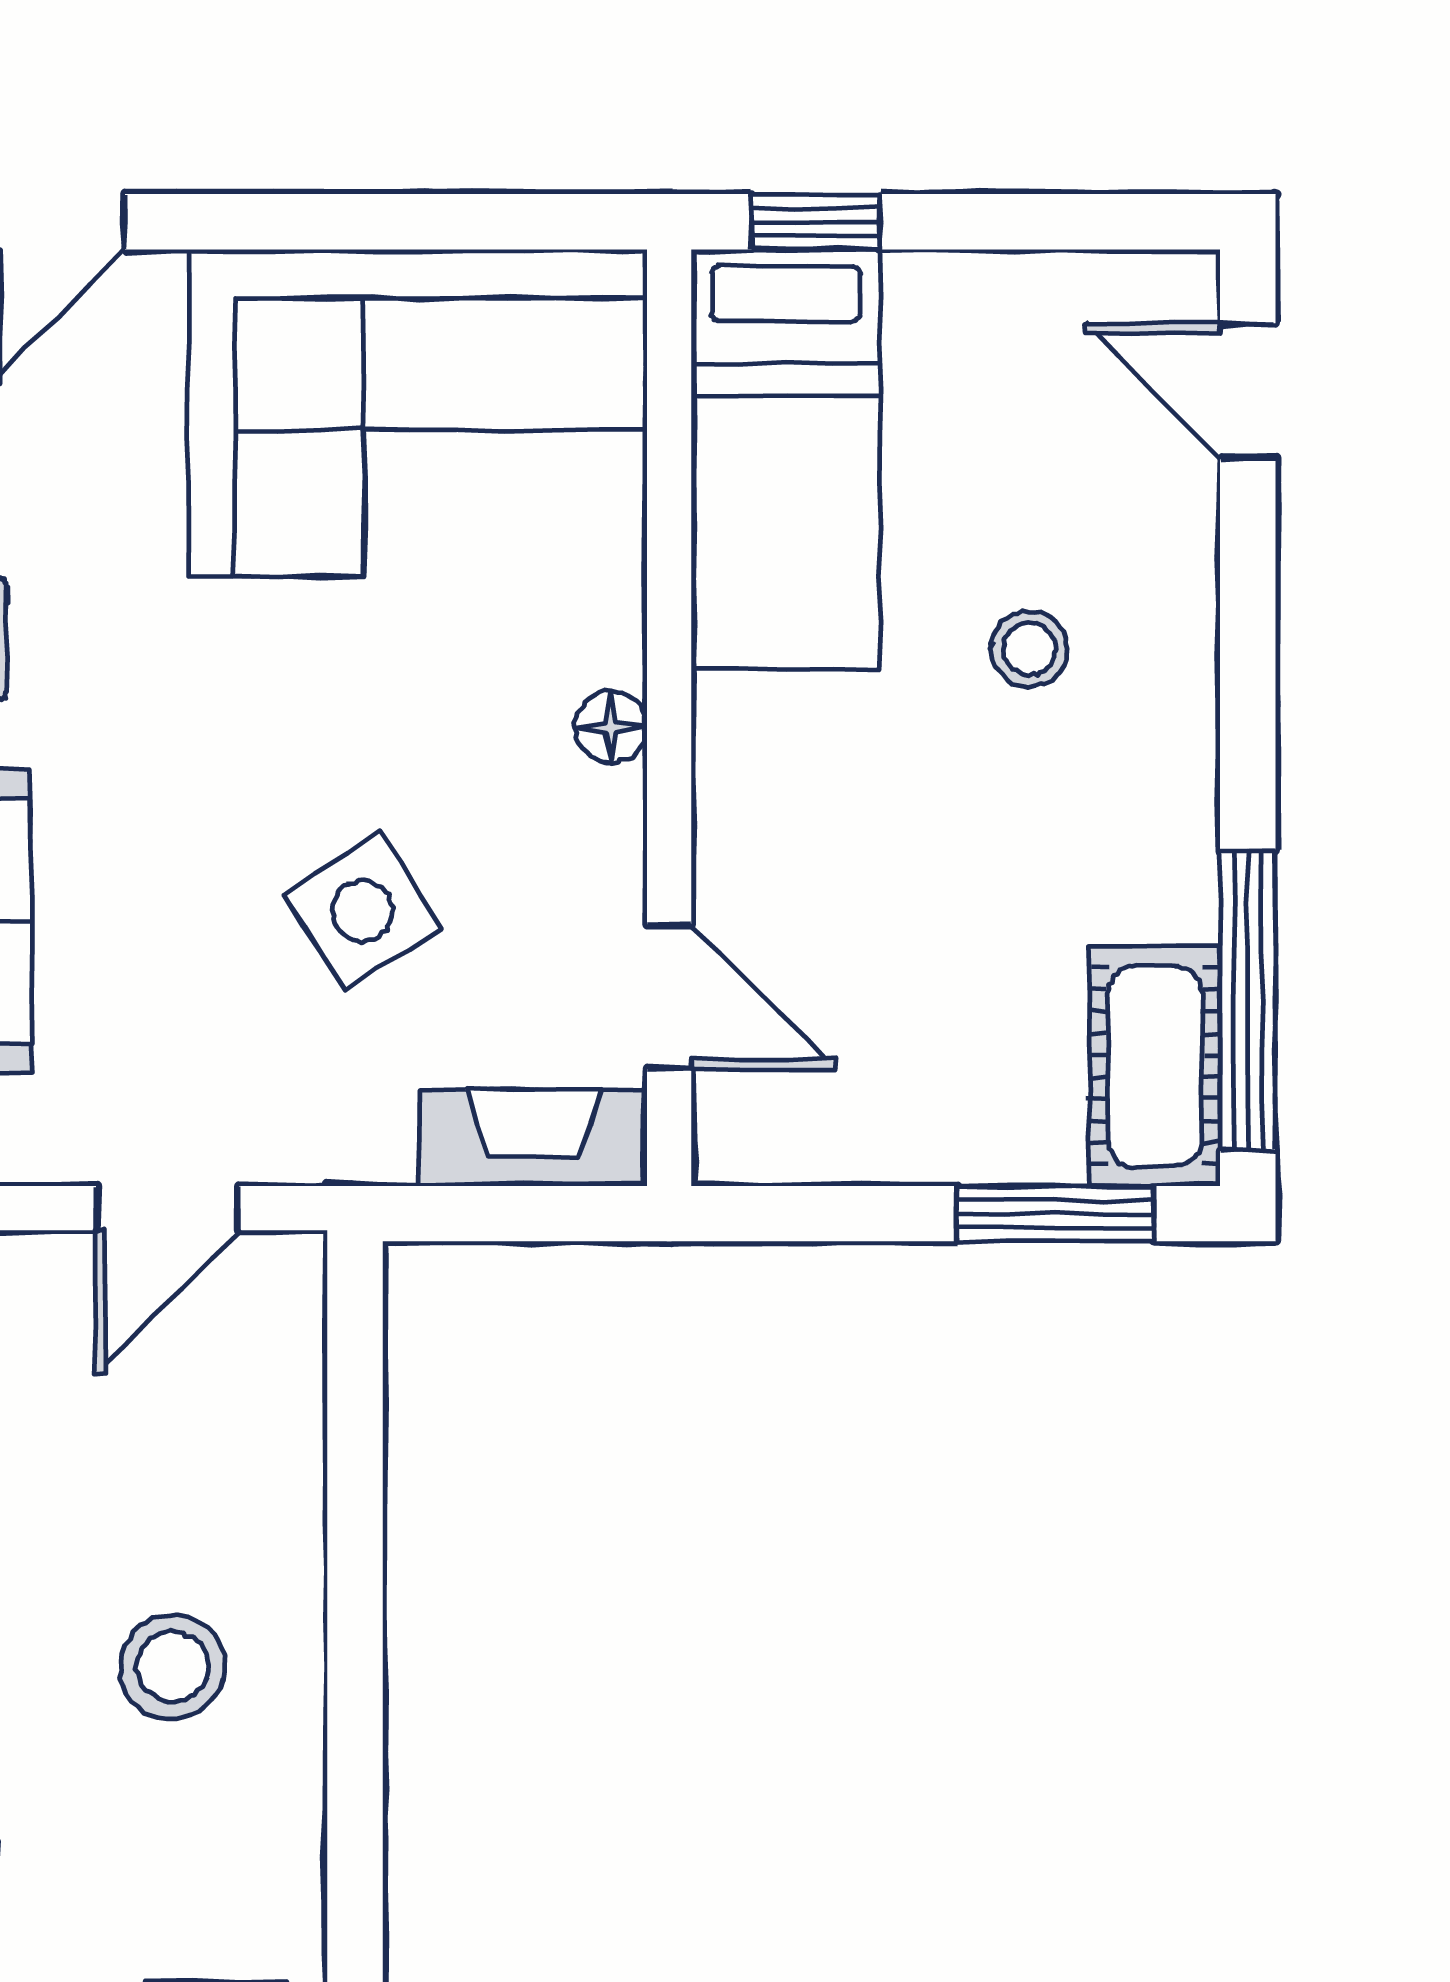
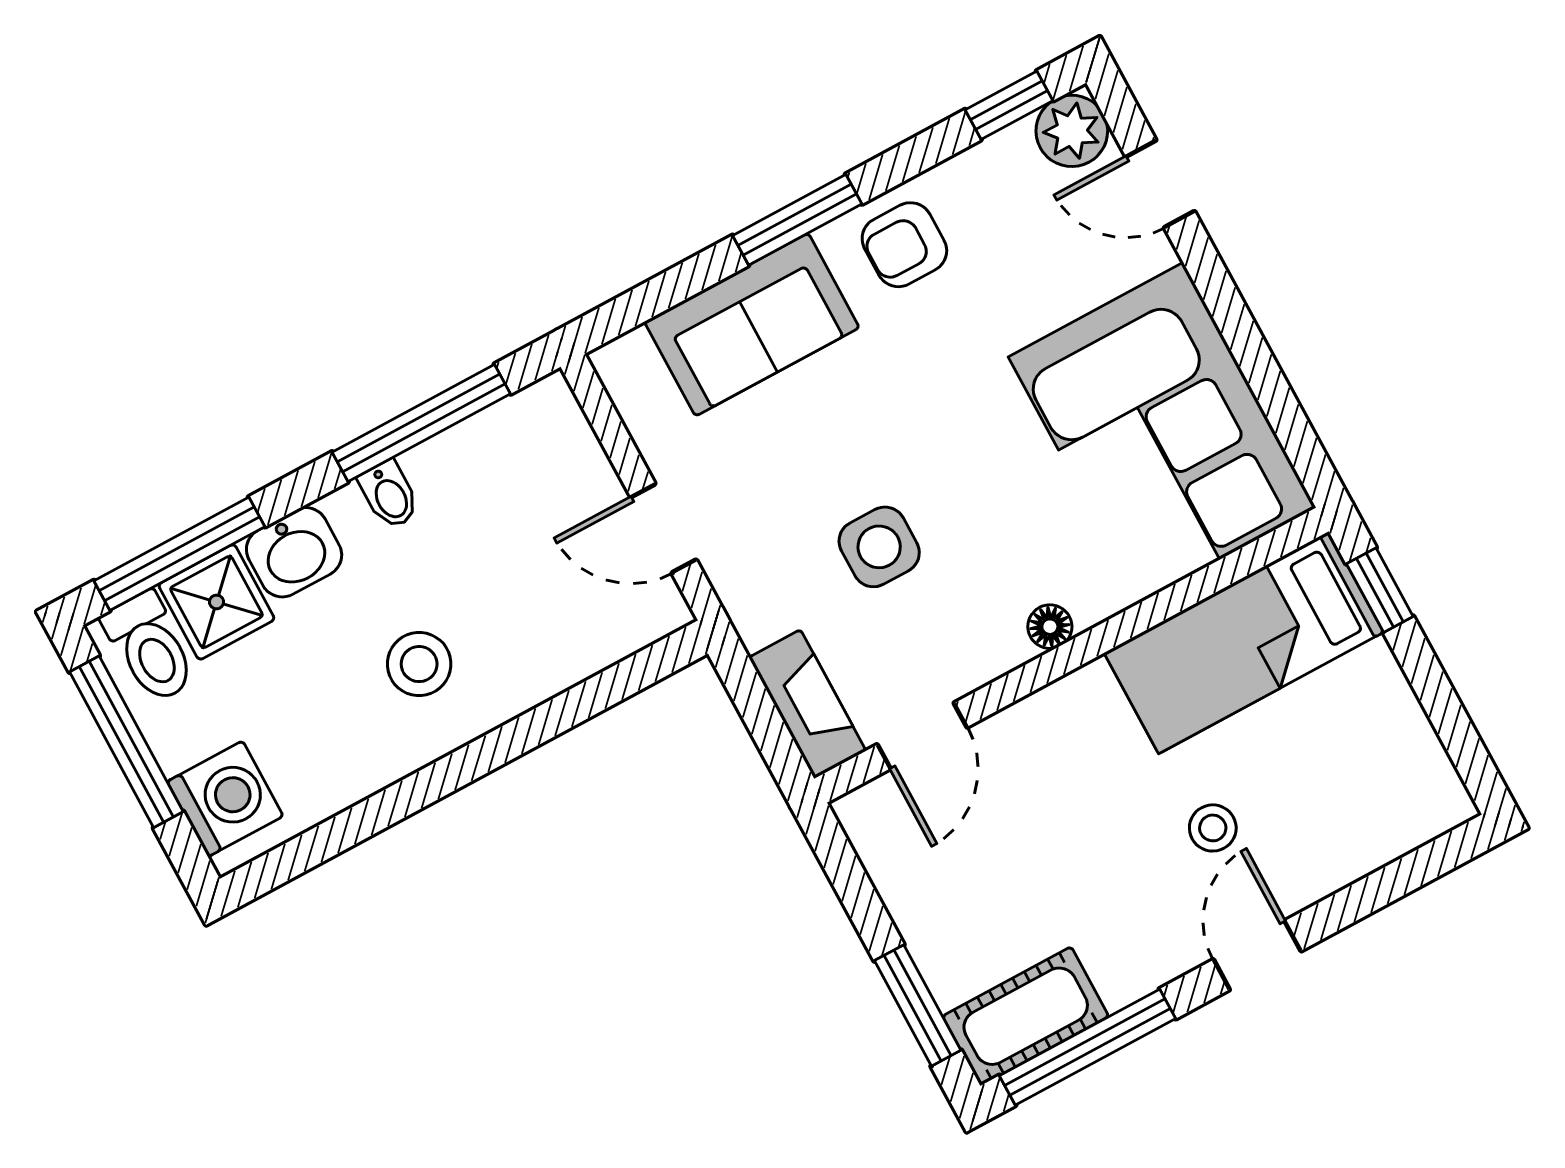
door: (1248, 391) -> (1257, 955), moved
side table: (363, 911) -> (879, 547), turned 33

